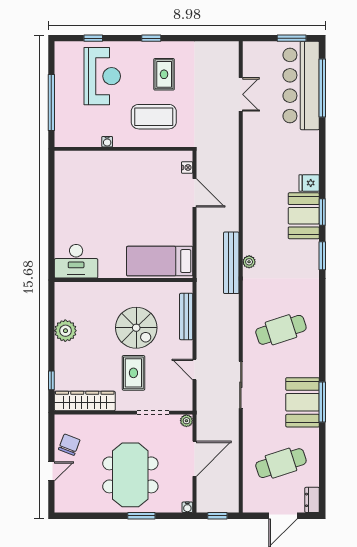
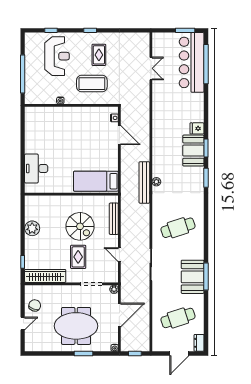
desk: (76, 261) -> (36, 169), moved, turned 90
meeting table: (130, 475) -> (76, 326), turned 90

